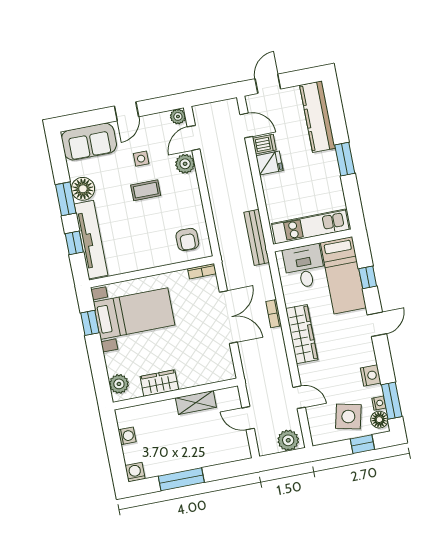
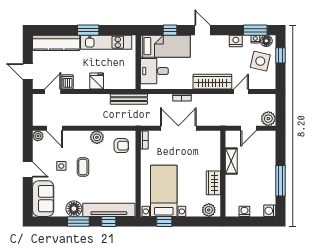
fridge: (269, 163) -> (97, 81), moved
plant: (185, 164) -> (97, 137), moved
kitchen unit: (310, 227) -> (106, 42), moved, turned -90
wardrobe: (302, 334) -> (212, 82), moved
plant: (288, 440) -> (268, 119), moved

